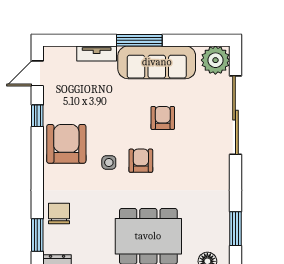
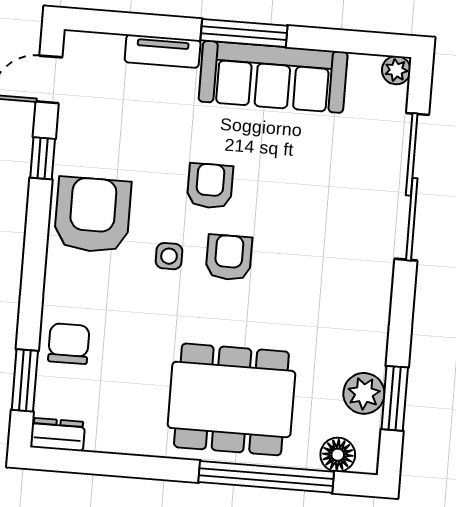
plant: (215, 60) -> (396, 70), width x0.53, depth x0.53
armchair: (163, 118) -> (210, 186), moved
plant: (219, 227) -> (364, 393), added

